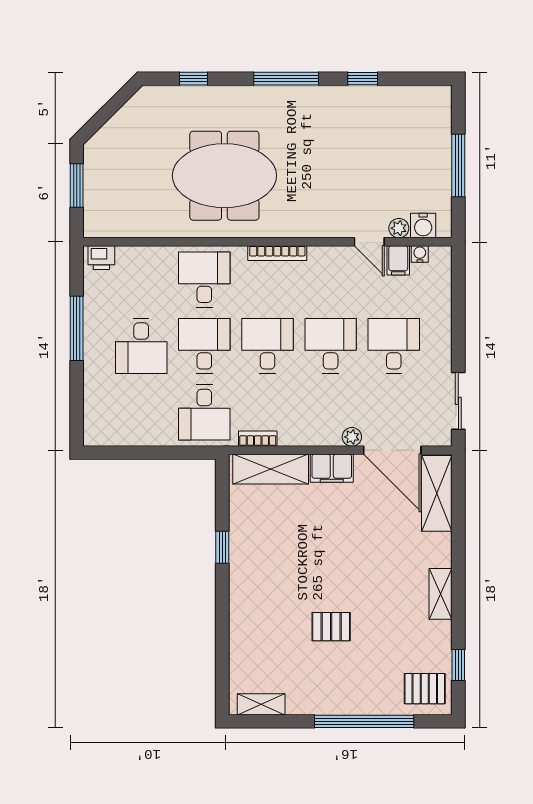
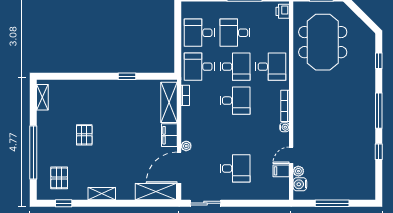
meeting table: (224, 176) -> (323, 42), moved
water cooler: (420, 254) -> (285, 127), moved
desk: (331, 346) -> (199, 33), moved, turned 180
pallet: (425, 689) -> (59, 178), moved

